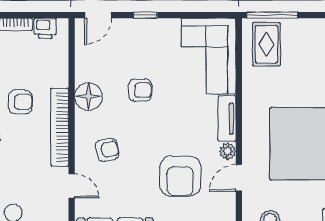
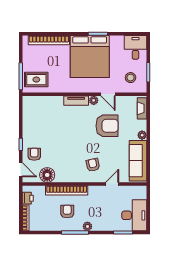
corner sofa: (209, 56) -> (43, 110), removed
armchair: (140, 90) -> (34, 154), moved
floor lamp: (88, 96) -> (47, 175), moved
bookcase: (60, 127) -> (67, 190), moved

